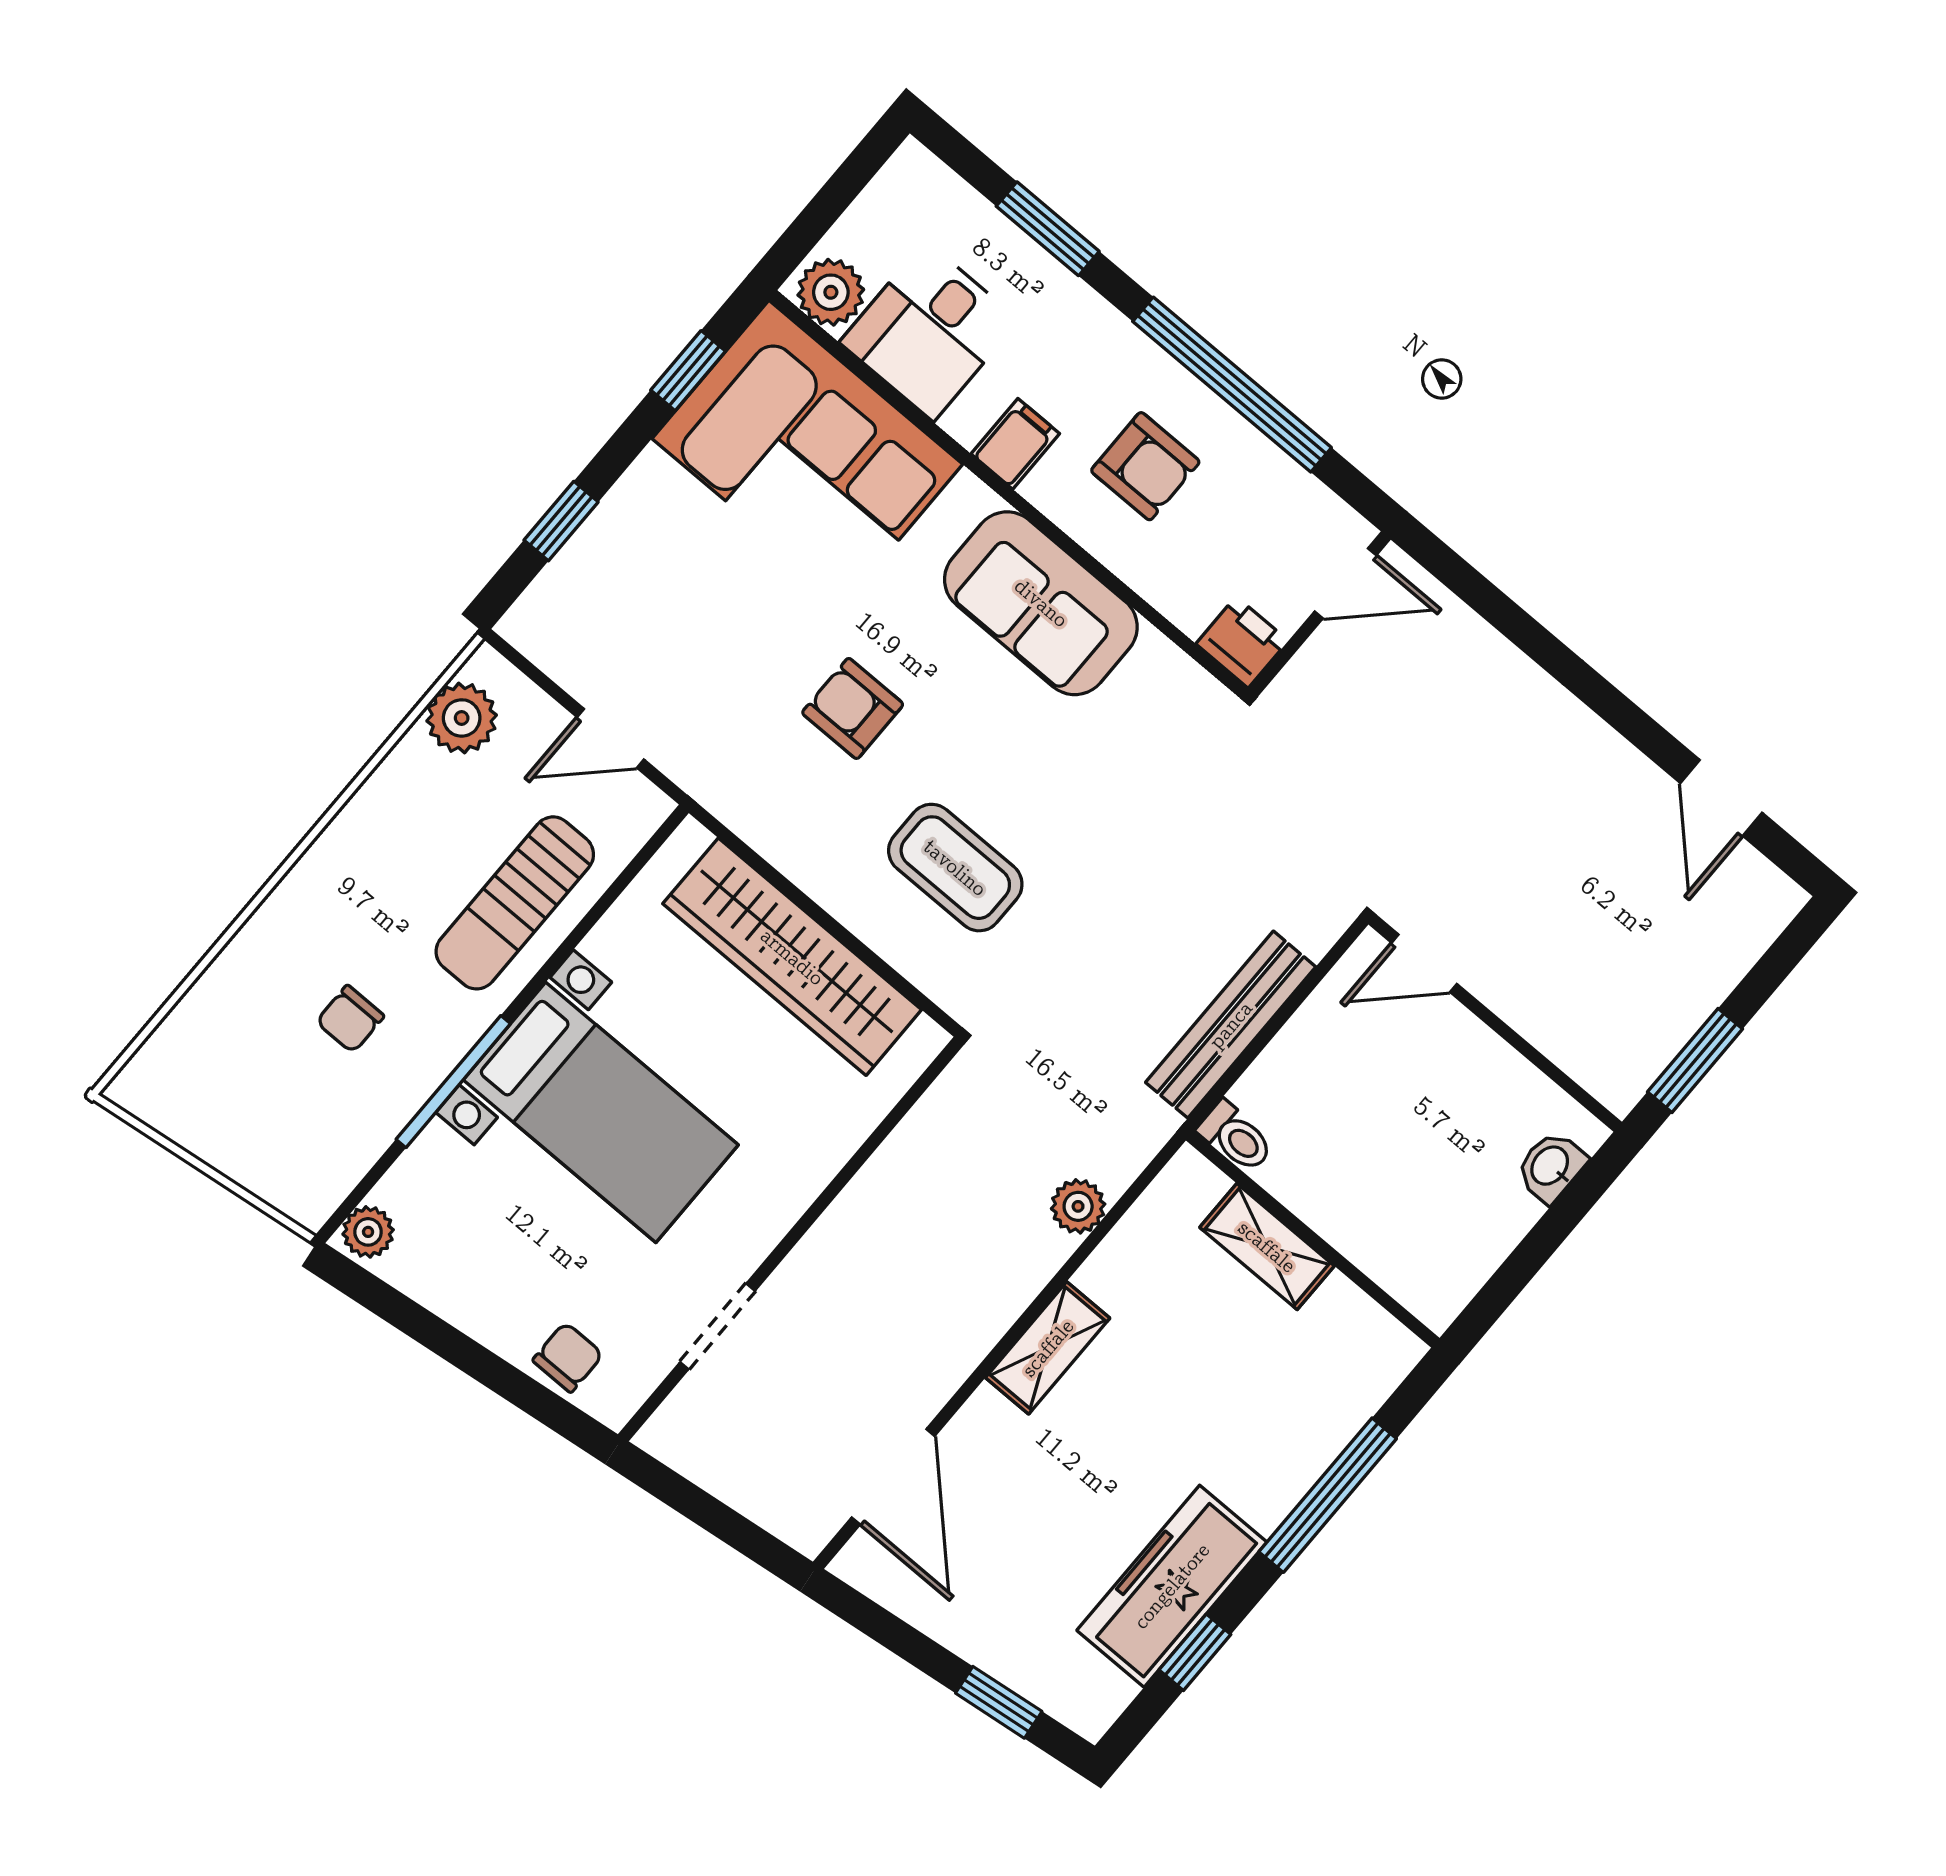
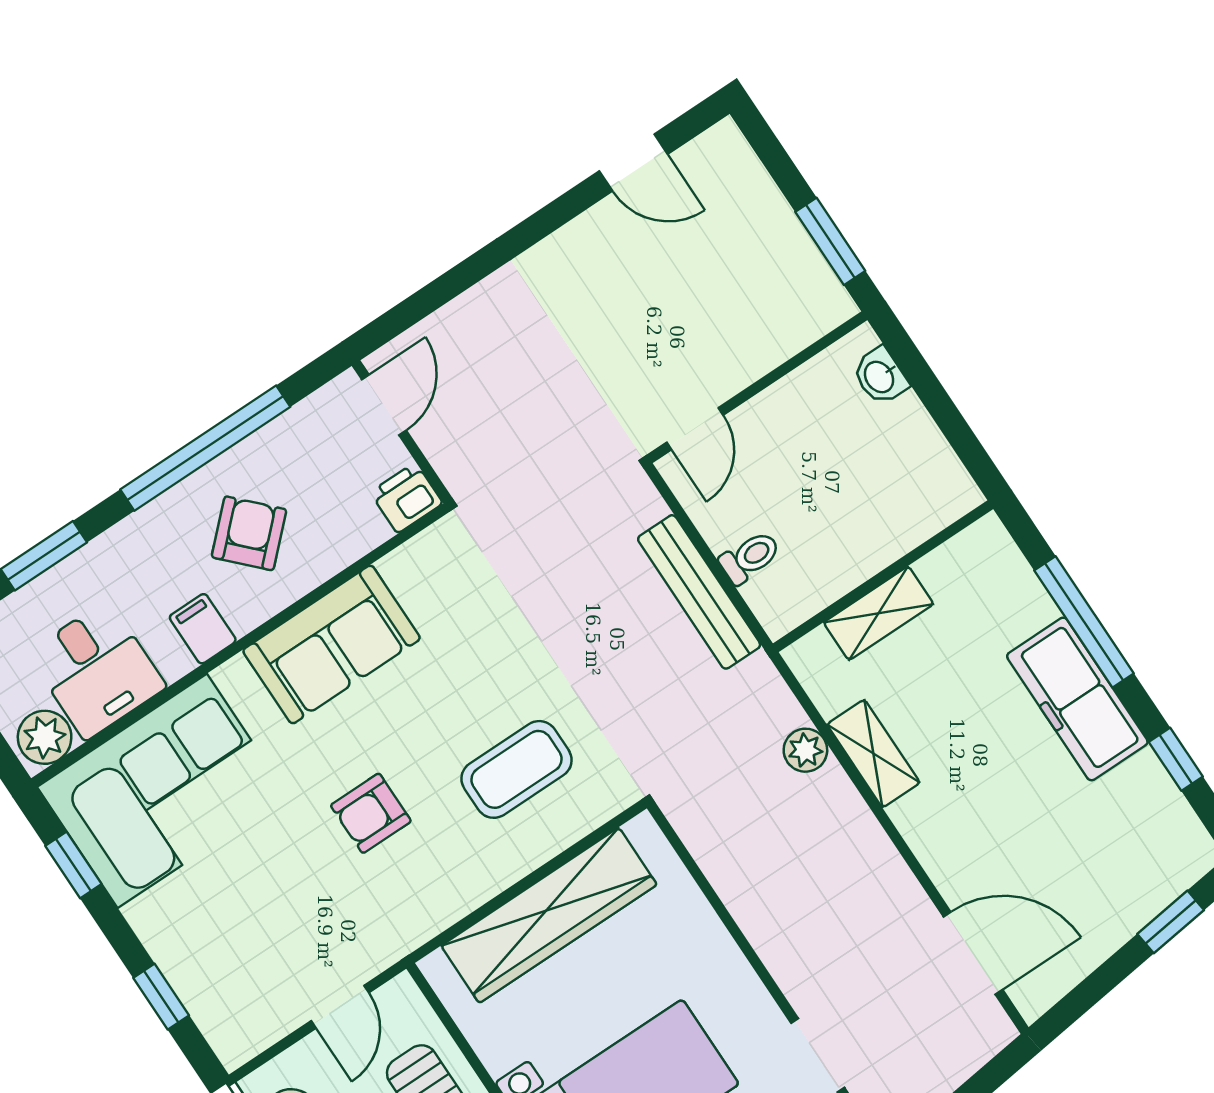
armchair: (1145, 466) -> (249, 533), turned -44
toilet: (1236, 1137) -> (750, 557), moved
shelving: (1048, 1348) -> (873, 754), moved
freezer: (1172, 1586) -> (1077, 699), moved

